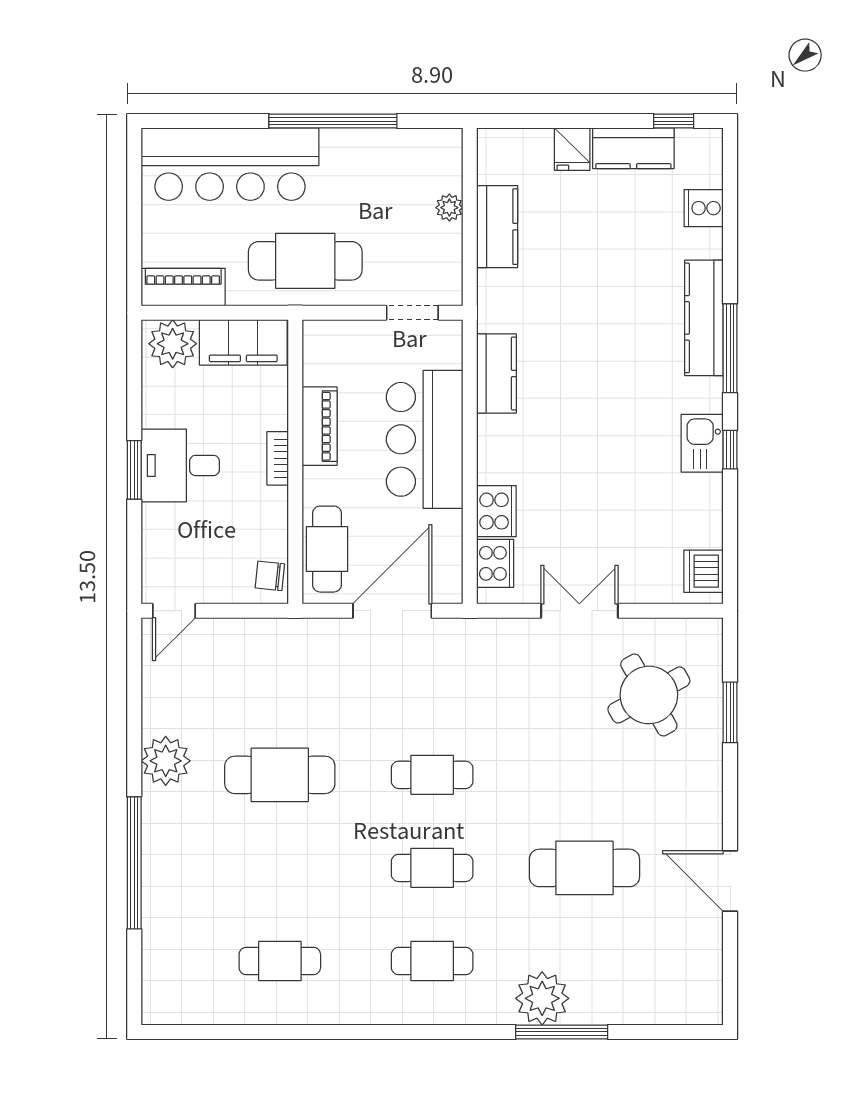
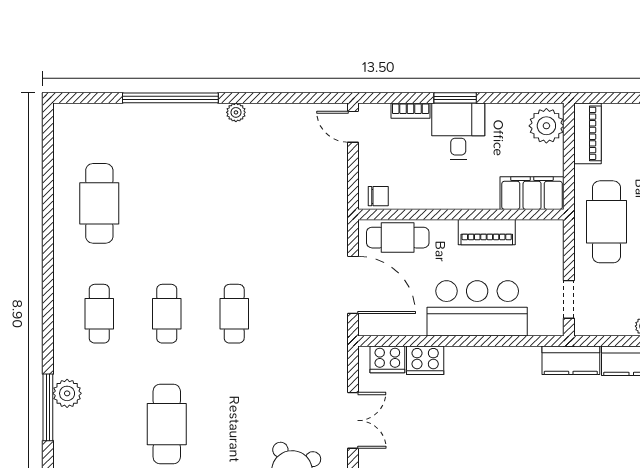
filing cabinet: (243, 342) -> (532, 193), moved, turned 90
kitchen counter: (496, 374) -> (571, 360), moved
bookcase: (278, 458) -> (411, 111), moved, turned 180
chair: (270, 576) -> (378, 196), turned 84
plant: (166, 761) -> (236, 112), width x0.53, depth x0.53
cafe table: (280, 775) -> (234, 203), removed
cafe table: (280, 961) -> (99, 203), width x1.37, depth x1.35
plant: (542, 998) -> (67, 393), width x0.73, depth x0.73

